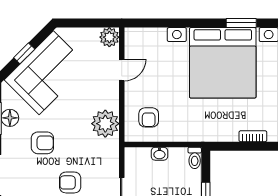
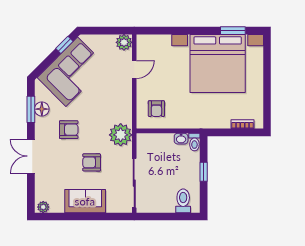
window: (24, 53) -> (64, 45), moved
plant: (105, 124) -> (121, 135), moved
washbasin: (159, 154) -> (181, 139), moved

